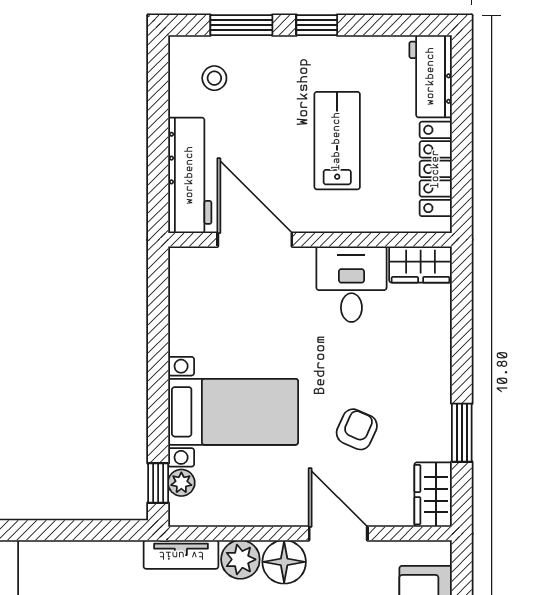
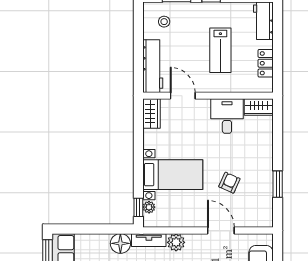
lab bench: (337, 141) -> (220, 50), turned 180
locker: (436, 169) -> (266, 63), width x0.66
door: (255, 240) -> (183, 96), width x0.73
wardrobe: (433, 495) -> (151, 114), moved, turned 180
floor lamp: (284, 562) -> (120, 243), moved

